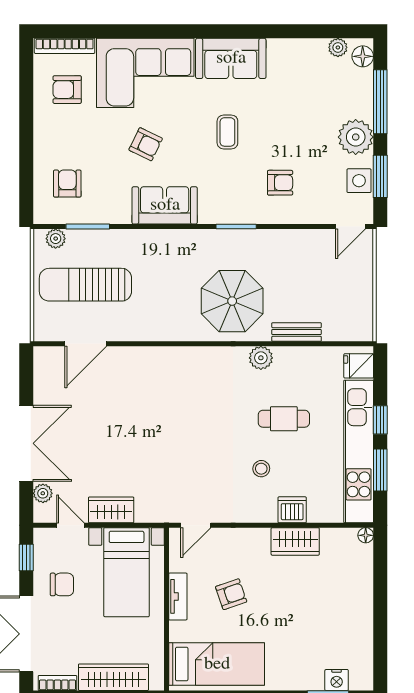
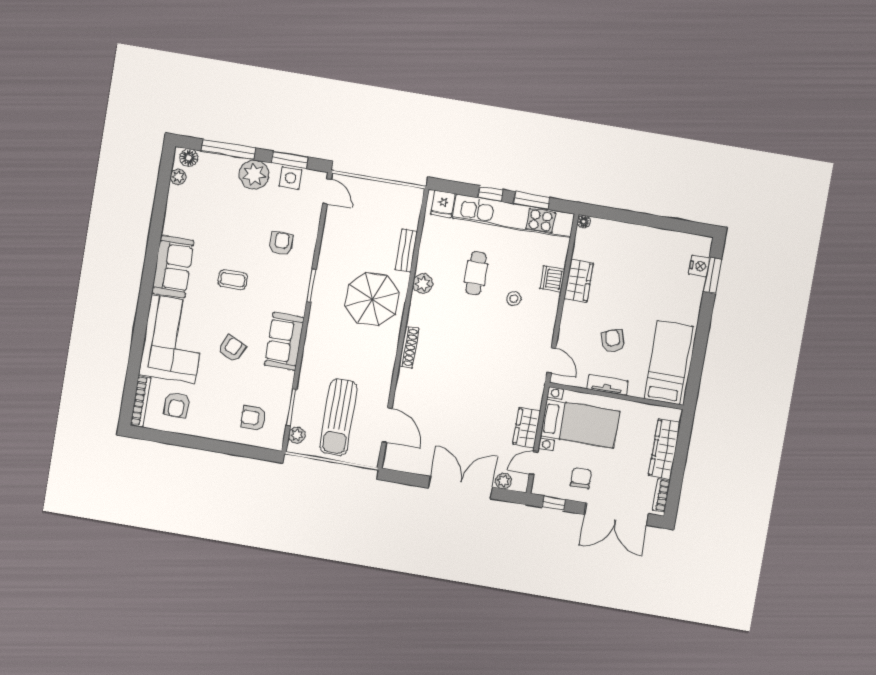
shoe rack: (183, 354) -> (409, 347), added

